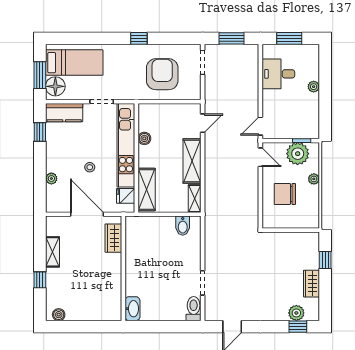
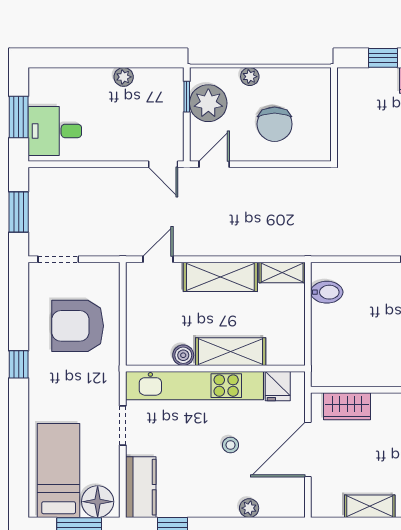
desk: (278, 74) -> (55, 131), moved, turned 90
plant: (314, 87) -> (124, 77), moved
door: (203, 123) -> (158, 259), hinge flipped
shelving: (147, 189) -> (231, 352), moved

